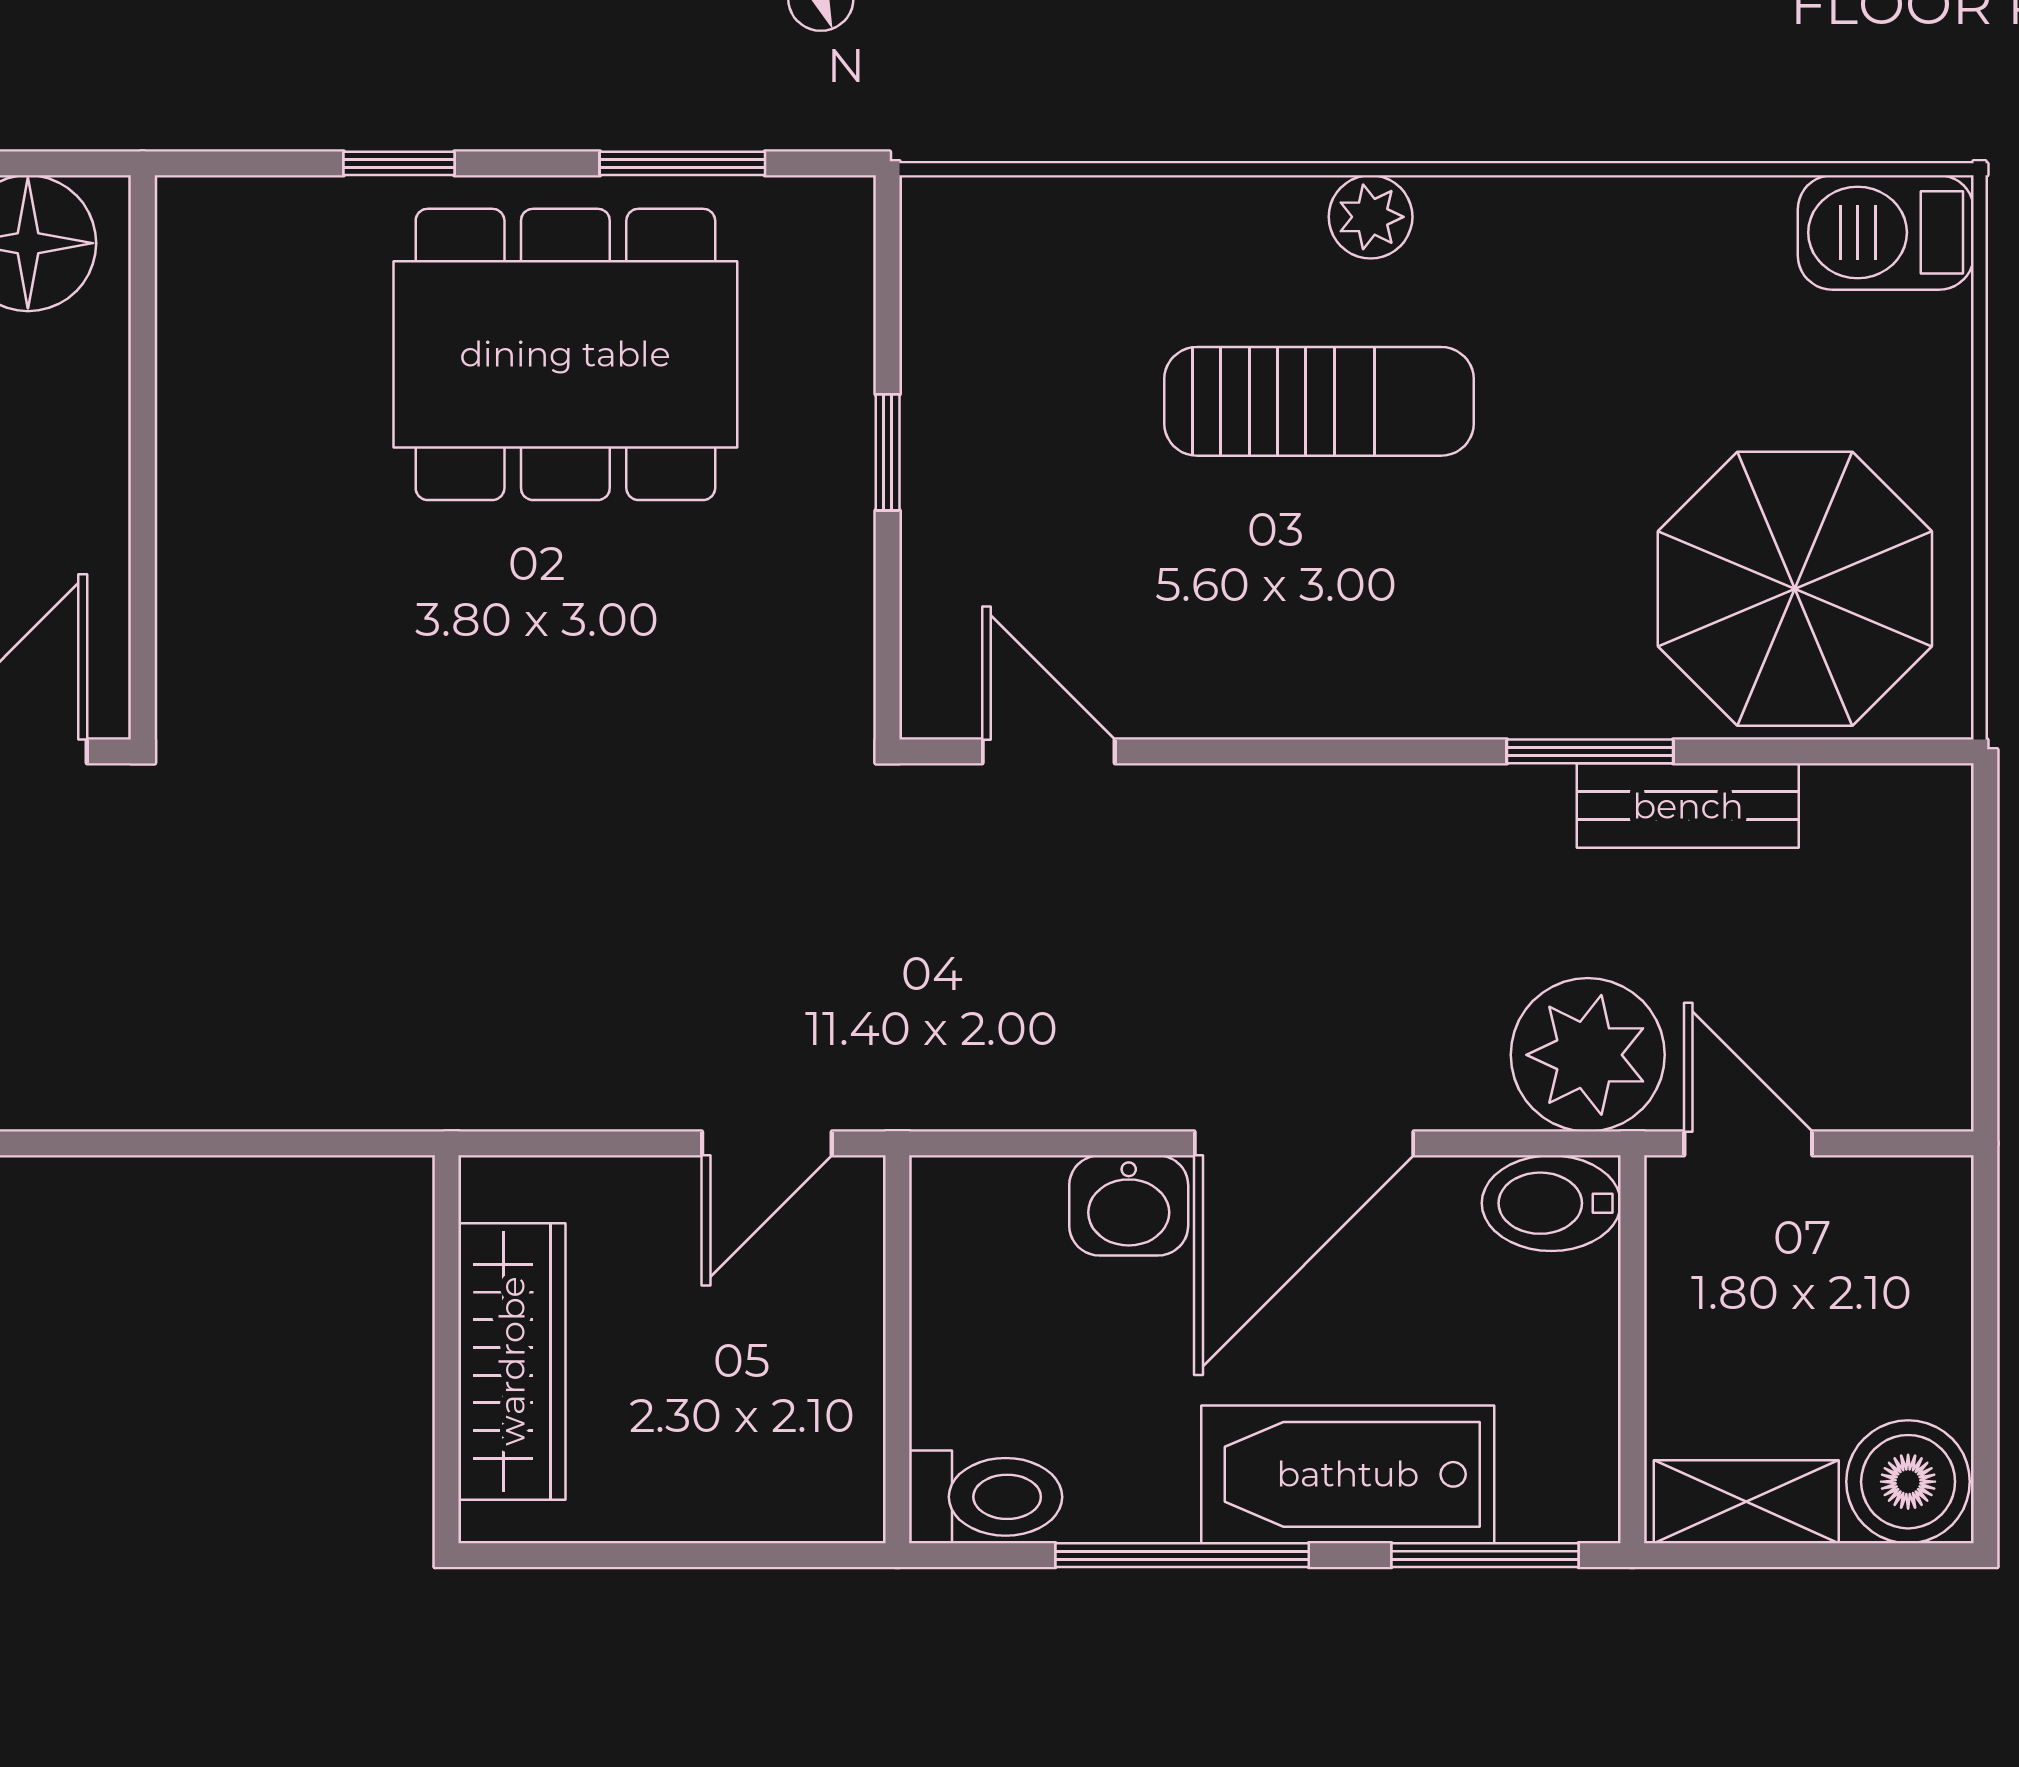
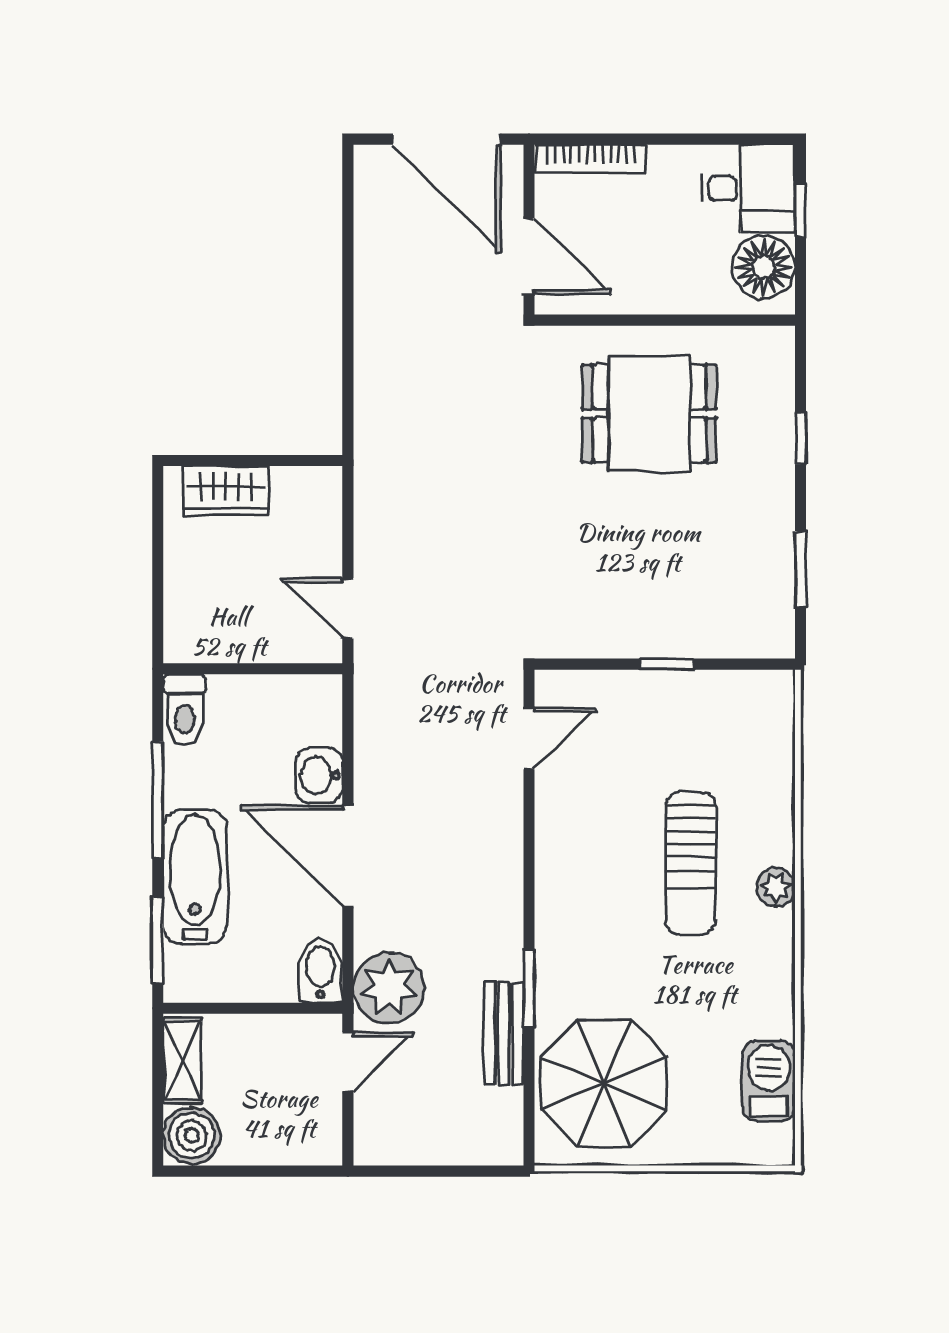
barbecue: (1886, 232) -> (769, 1081), moved
dining table: (565, 354) -> (649, 414), moved, width x0.73
wardrobe: (512, 1361) -> (226, 491), width x0.67

